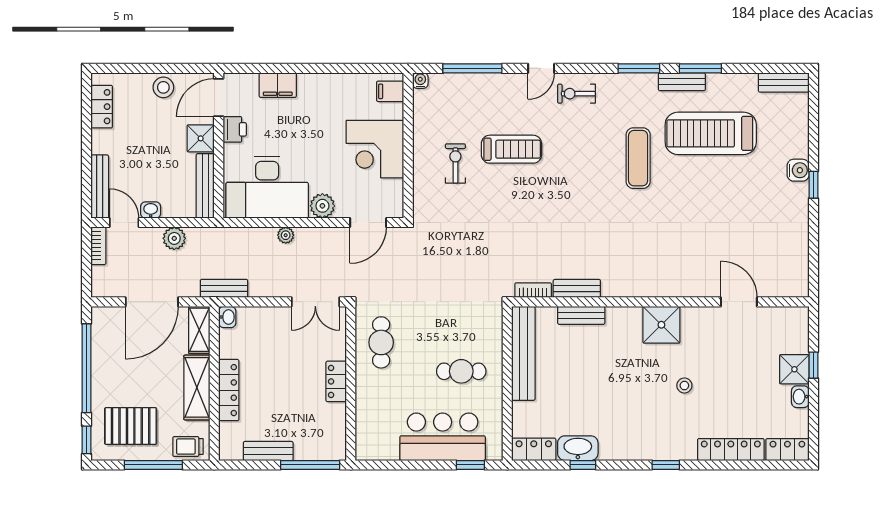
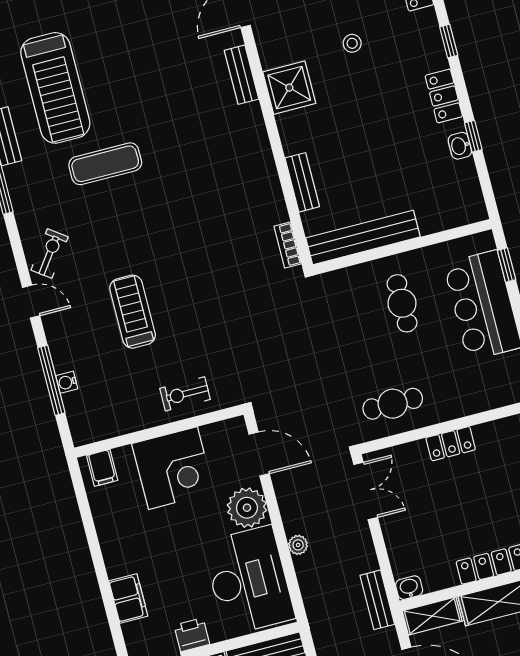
water cooler: (420, 81) -> (67, 382), moved
exercise bike: (576, 94) -> (50, 254), turned -144
exercise bike: (455, 163) -> (185, 394), moved
plant: (322, 206) -> (247, 508), width x1.36, depth x1.36
bench: (577, 288) -> (242, 75), moved
washbasin: (578, 448) -> (460, 146), width x0.52, depth x0.69
locker: (534, 449) -> (444, 96), moved

